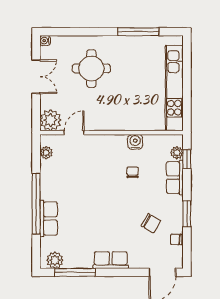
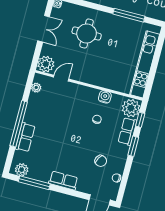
plant: (177, 153) -> (131, 108), width x1.88, depth x1.88
window: (187, 214) -> (133, 146), moved

